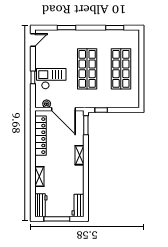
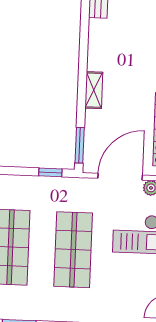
door: (63, 109) -> (120, 177), hinge flipped

